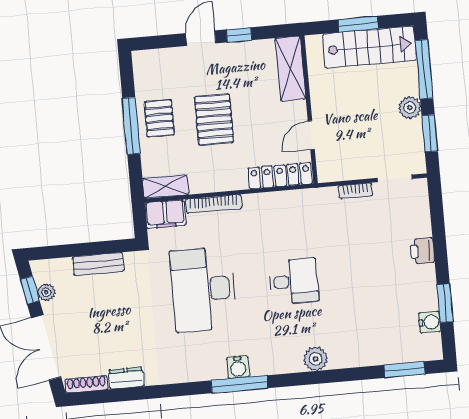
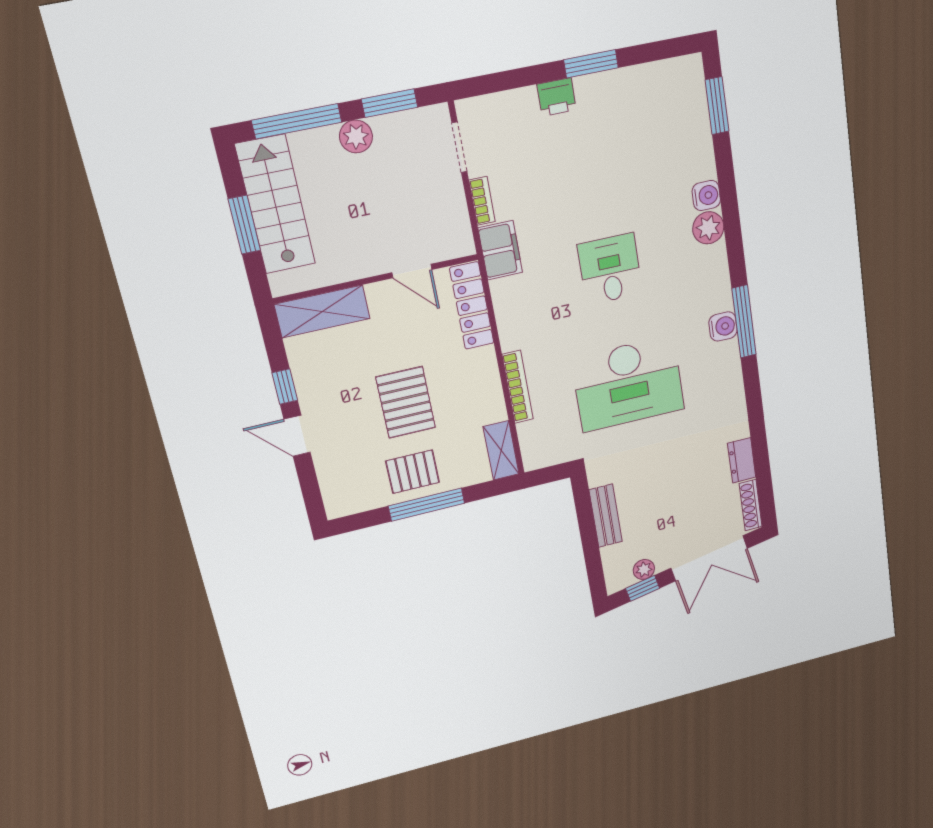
pallet: (214, 119) -> (406, 402), turned 90
filing cabinet: (165, 214) -> (500, 250), moved
window: (445, 303) -> (591, 64), moved
water cooler: (430, 322) -> (706, 195), moved, turned 90

